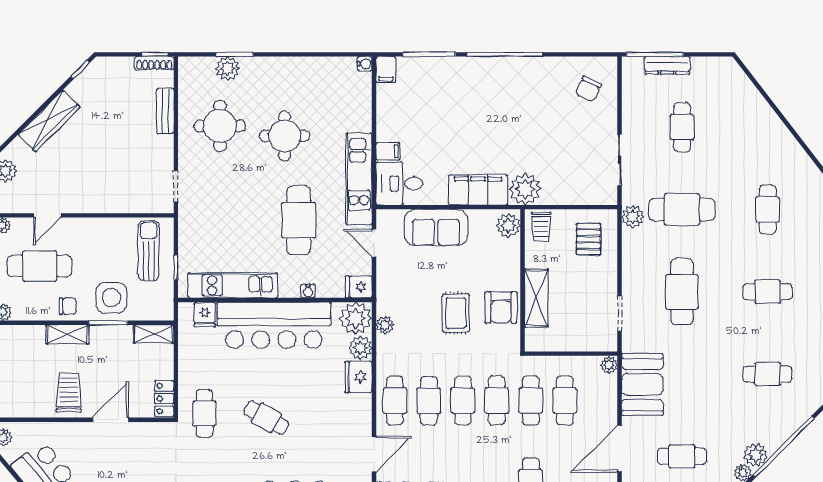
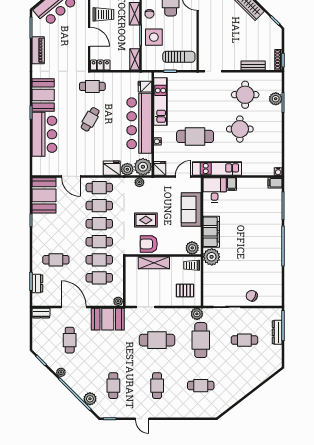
chair: (588, 89) -> (252, 296), moved
plant: (756, 455) -> (90, 399), moved

